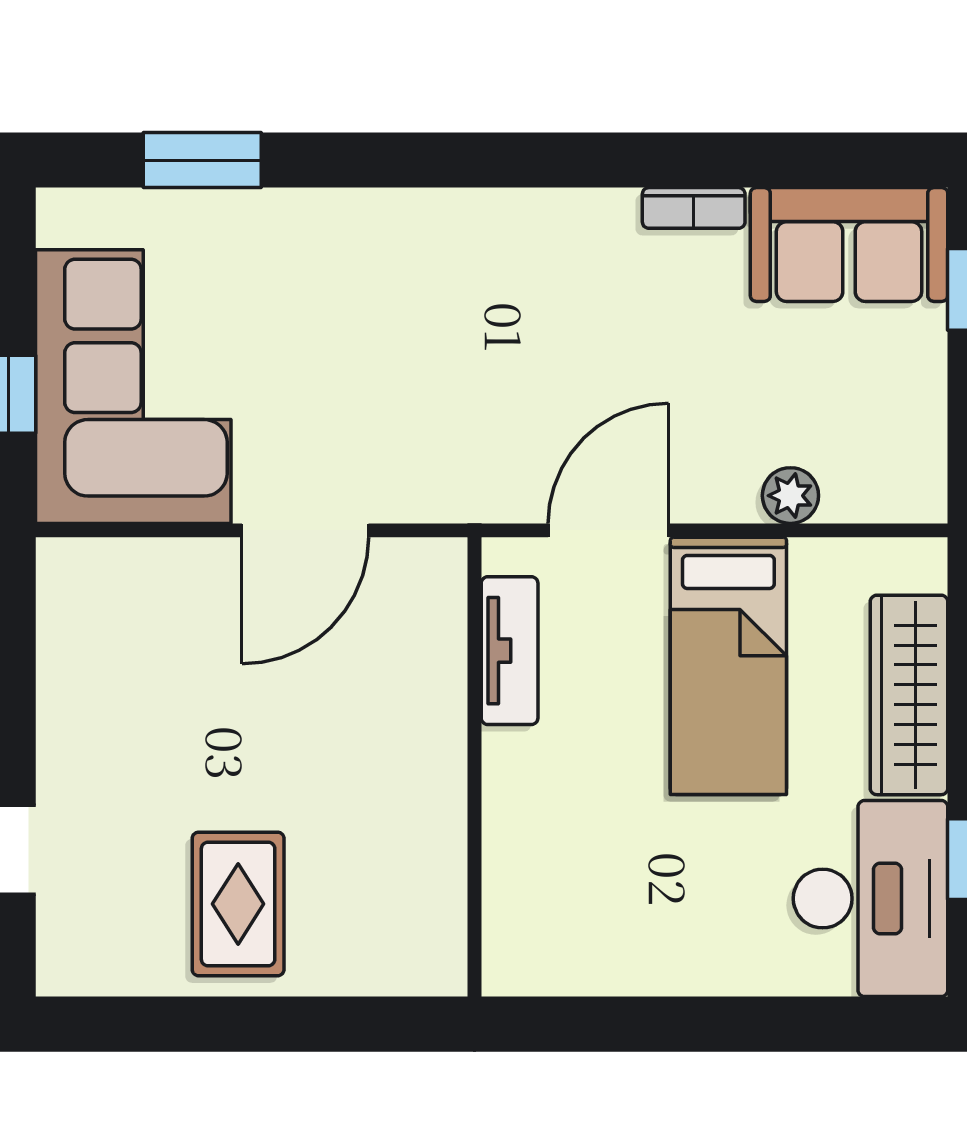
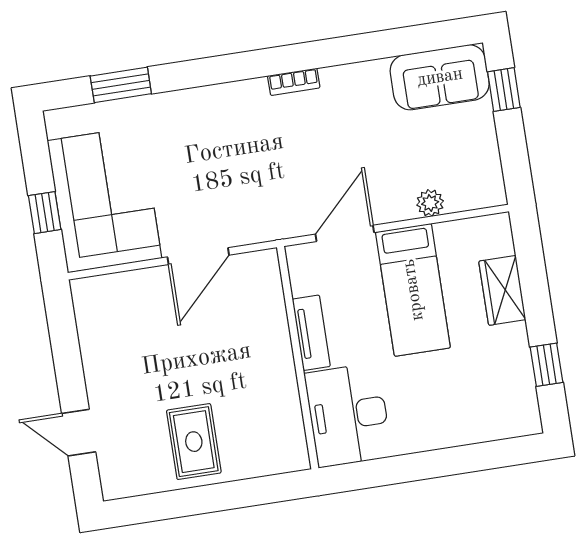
bookcase: (694, 208) -> (294, 82), moved
tv unit: (510, 651) -> (311, 333), moved
wardrobe: (909, 695) -> (502, 290), width x0.67
desk: (870, 899) -> (348, 415), moved, turned 180

